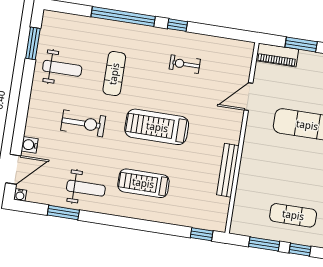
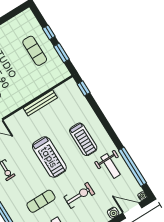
exercise bike: (83, 123) -> (79, 195), turned 90
weight bench: (86, 188) -> (110, 166), turned 180
window: (63, 213) -> (132, 167), width x2.11

